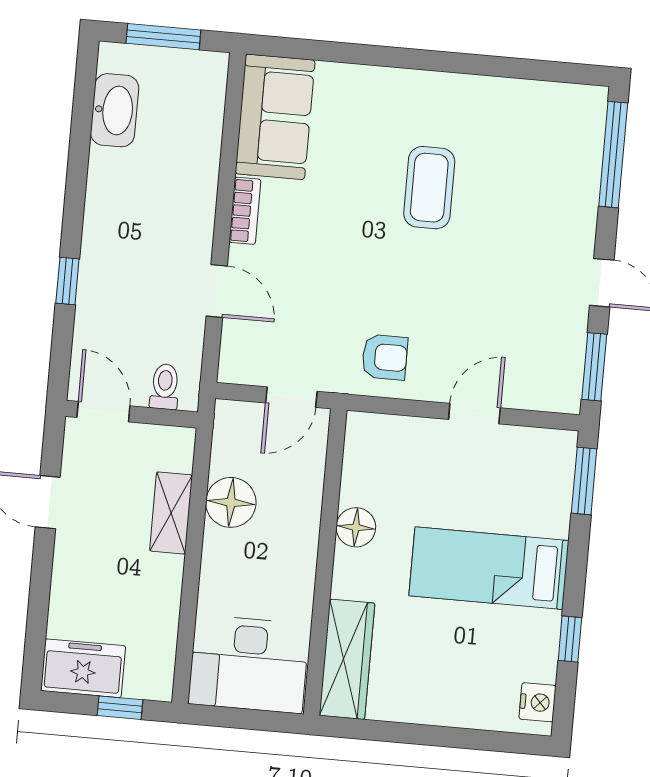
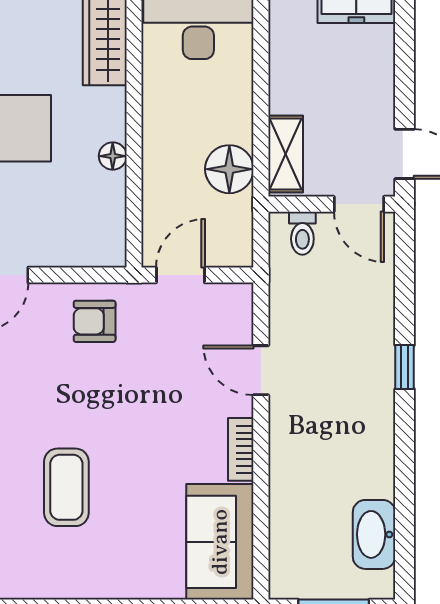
toilet: (165, 387) -> (302, 233), moved
door: (103, 412) -> (359, 204), moved
wall: (132, 414) -> (332, 204), moved
floor lamp: (356, 527) -> (113, 156), width x0.73, depth x0.73

